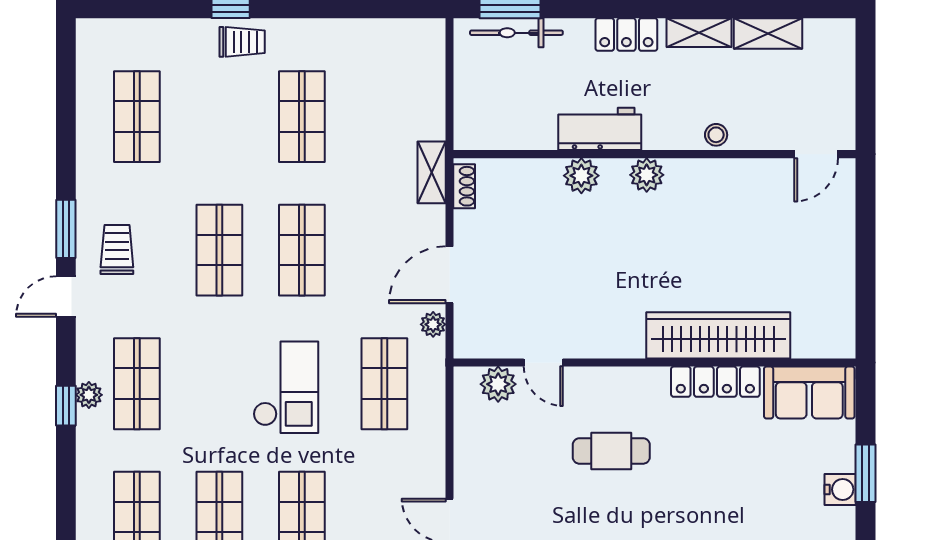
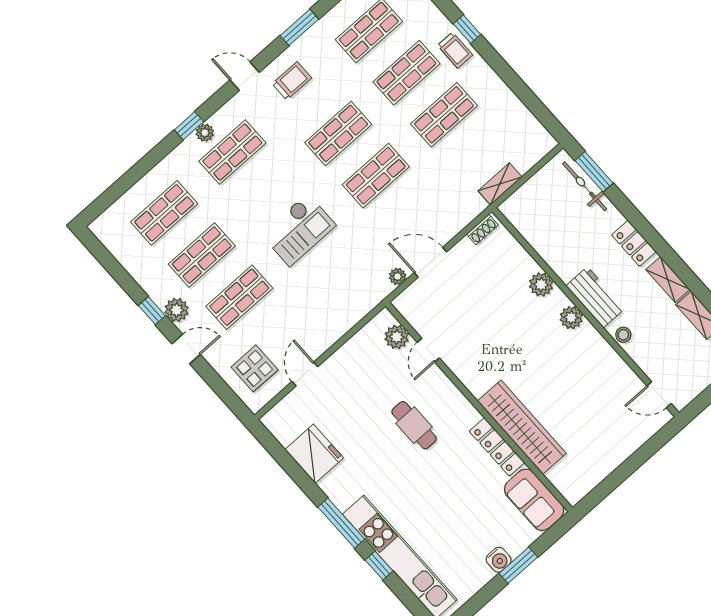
workbench: (600, 129) -> (595, 297), moved
shelving: (432, 172) -> (500, 184), moved
window: (66, 229) -> (299, 27), moved
shop shelf: (384, 384) -> (406, 73), moved

